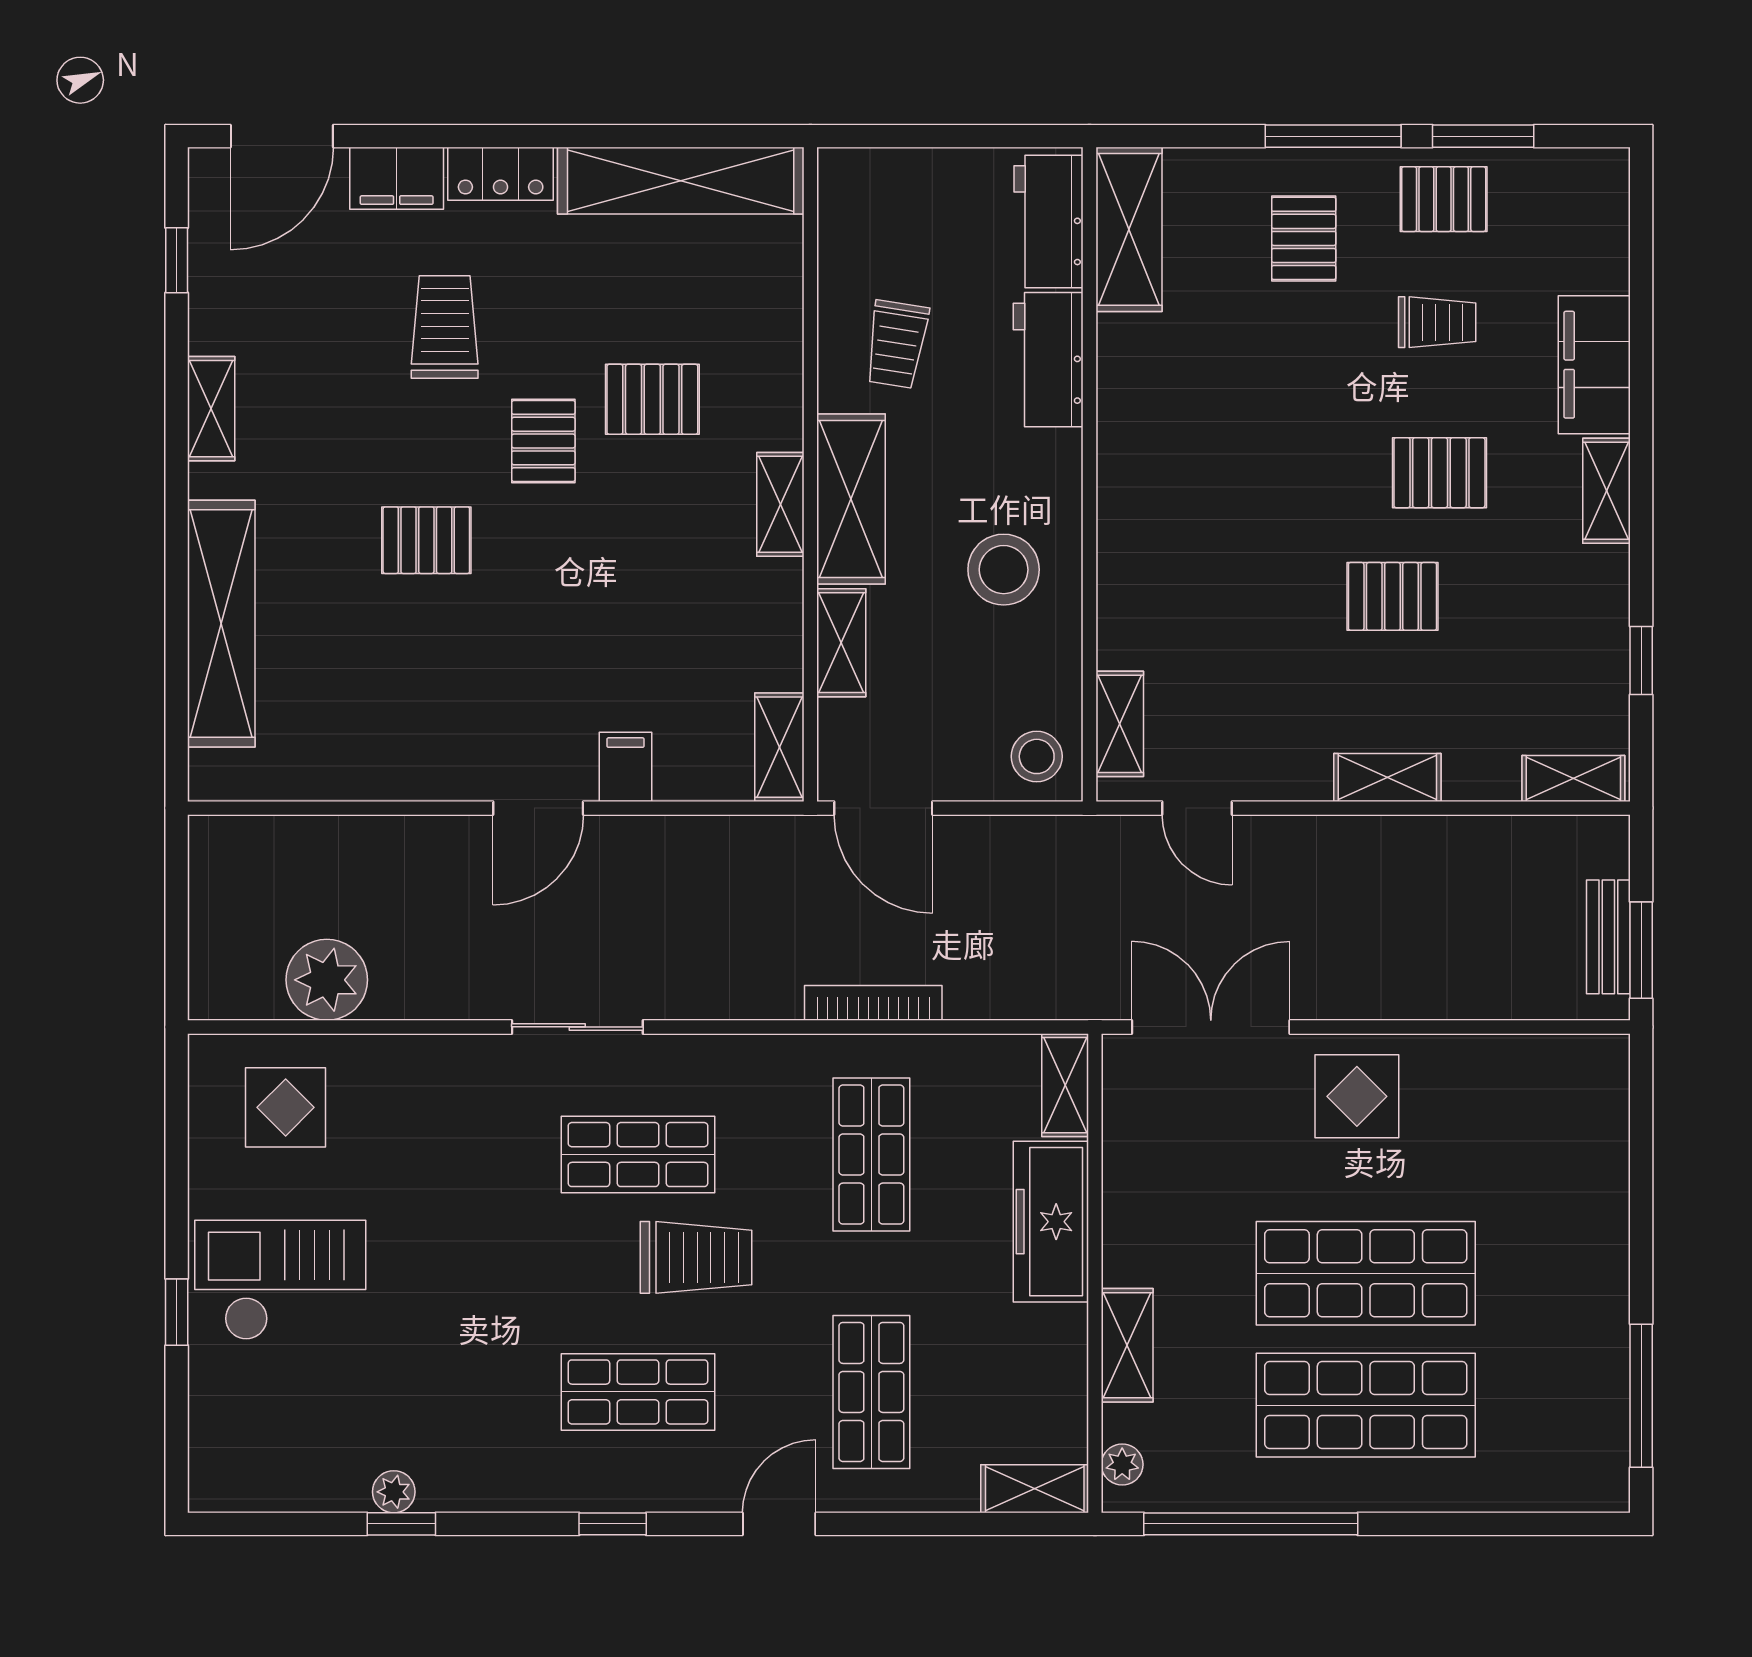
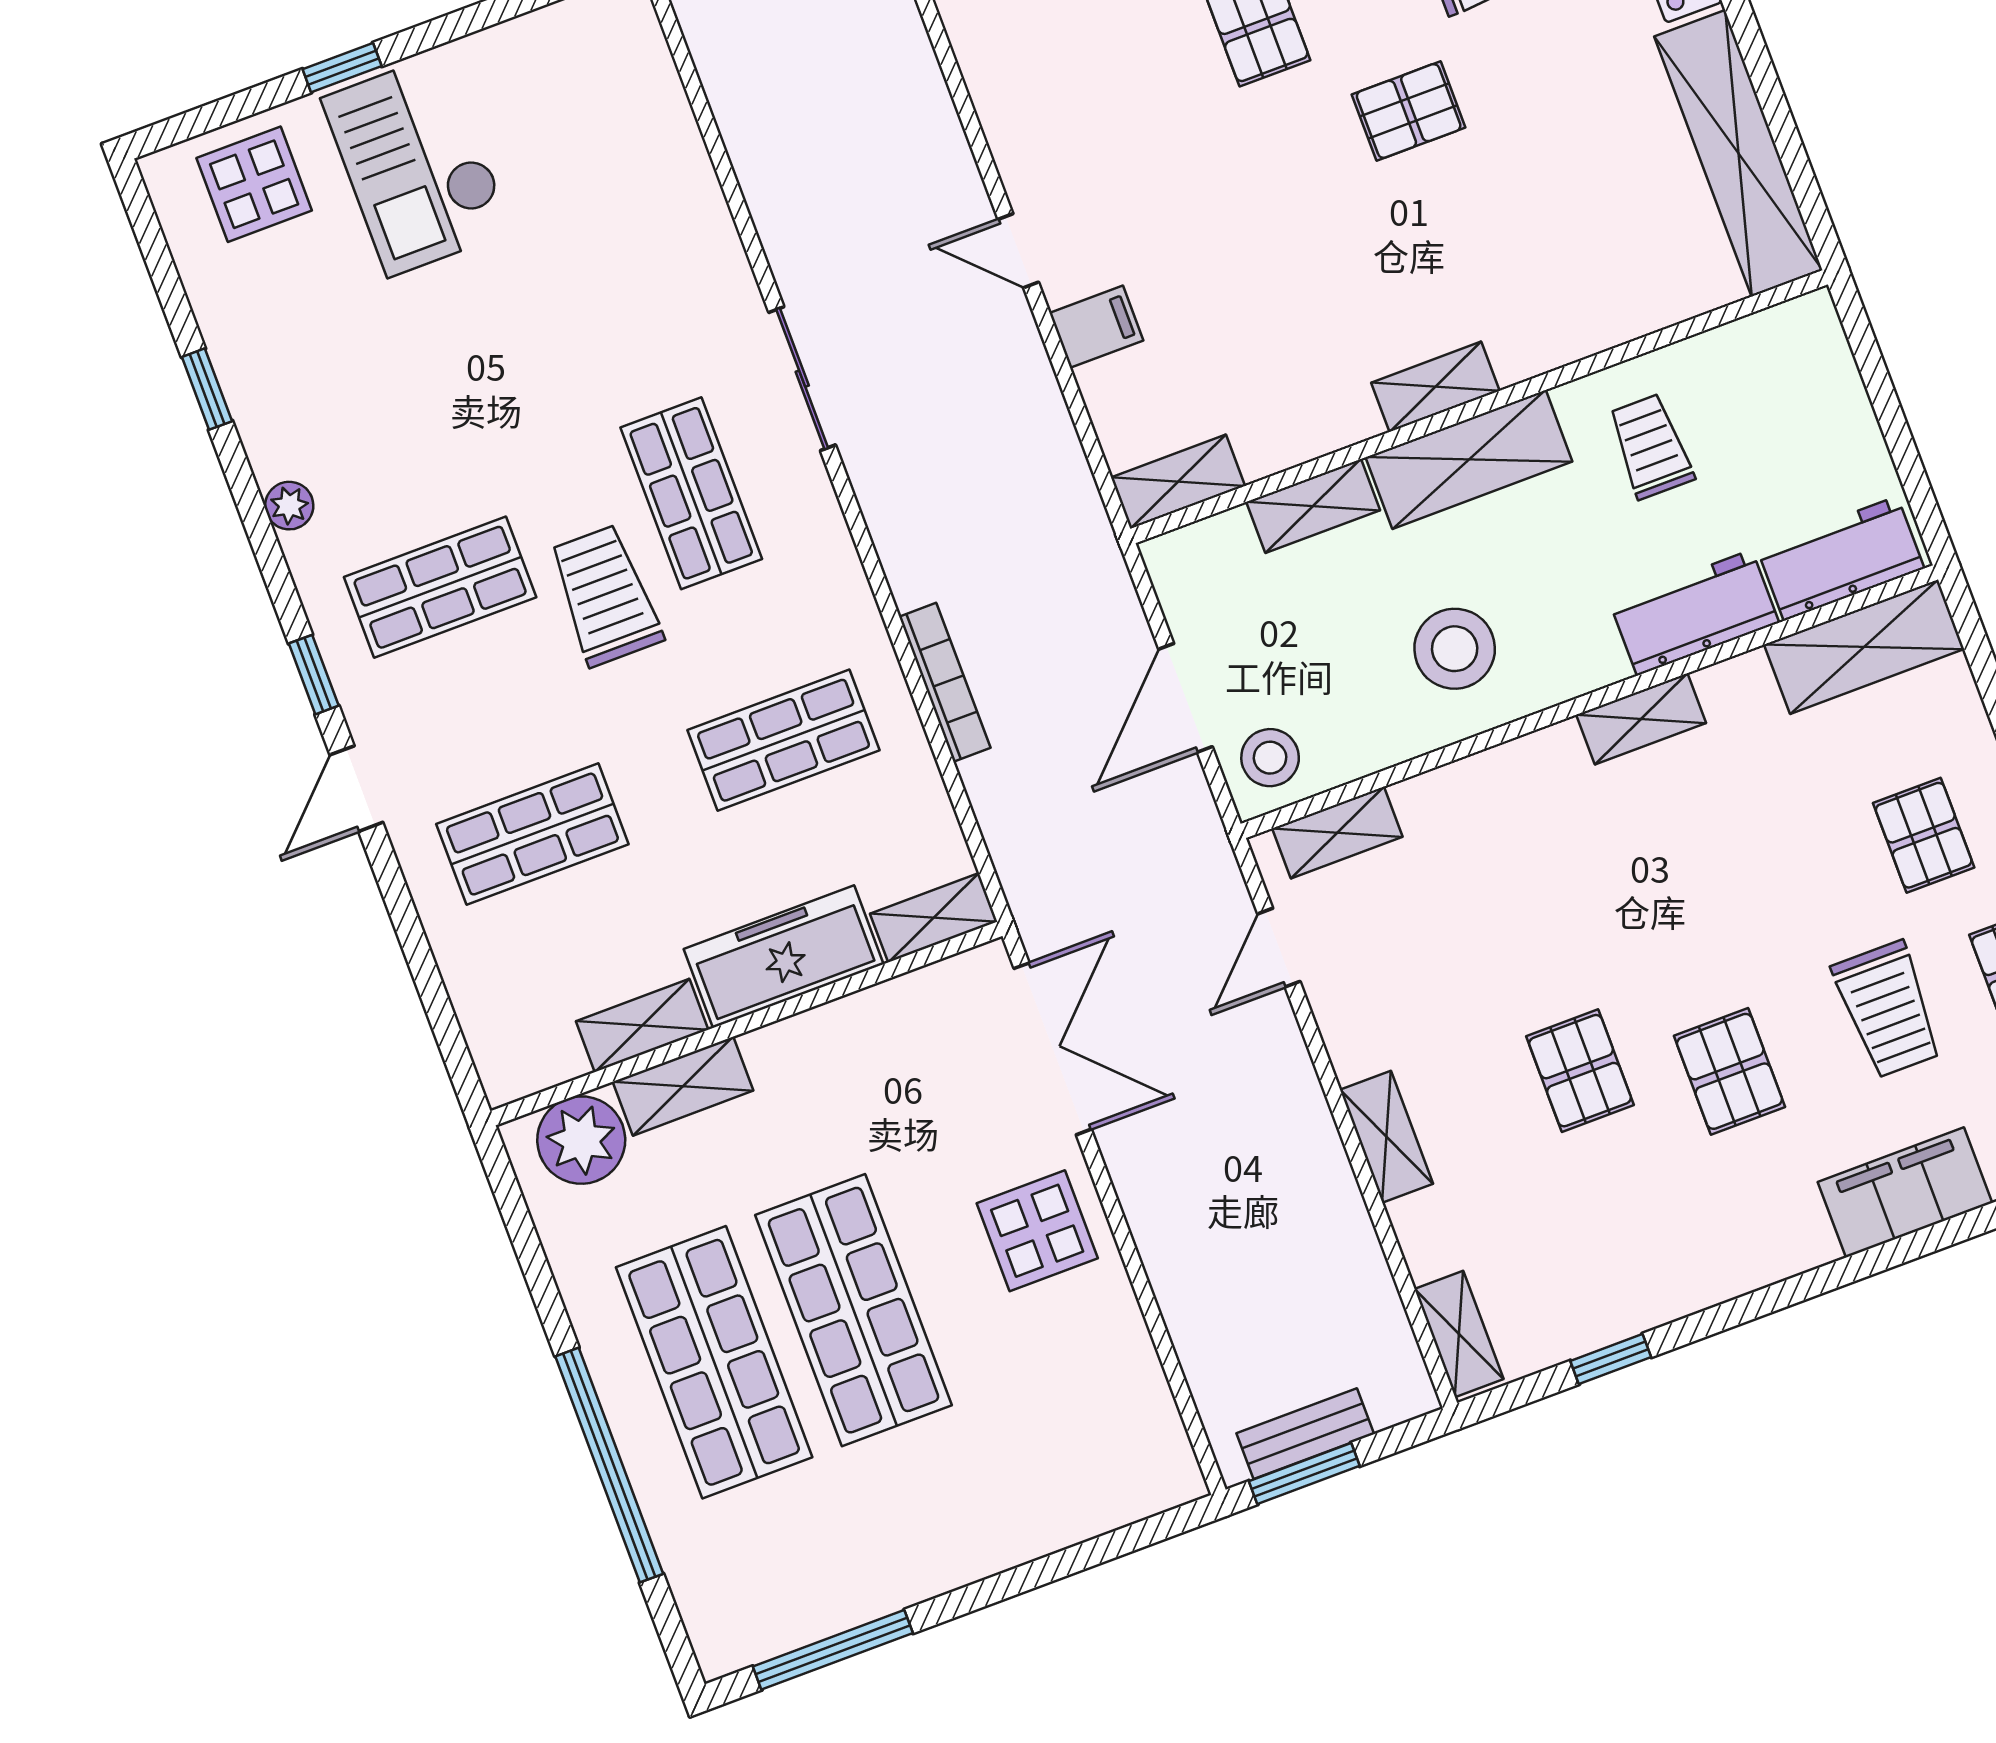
pallet: (1304, 238) -> (1924, 835), turned 90
trolley: (1437, 322) -> (1888, 1009), width x1.36, depth x1.39
trolley: (897, 344) -> (1651, 446), turned 81
pallet: (652, 399) -> (1496, 210), removed
shelving: (1606, 491) -> (1641, 719), moved
door: (538, 808) -> (1018, 251), width x0.73
door: (883, 808) -> (1185, 698), moved
plant: (327, 980) -> (753, 95), removed
display table: (286, 1107) -> (254, 184), moved
trolley: (696, 1257) -> (605, 595), turned 180
checkout: (280, 1280) -> (417, 165), turned 180
shop shelf: (638, 1392) -> (440, 587), turned 90
plant: (1122, 1464) -> (581, 1140), width x1.88, depth x1.88
shelving: (1035, 1489) -> (642, 1026), moved, turned 90
plant: (394, 1492) -> (289, 506), moved
window: (613, 1524) -> (314, 675), moved
door: (779, 1524) -> (356, 789), swing flipped
window: (1251, 1524) -> (609, 1465), moved

